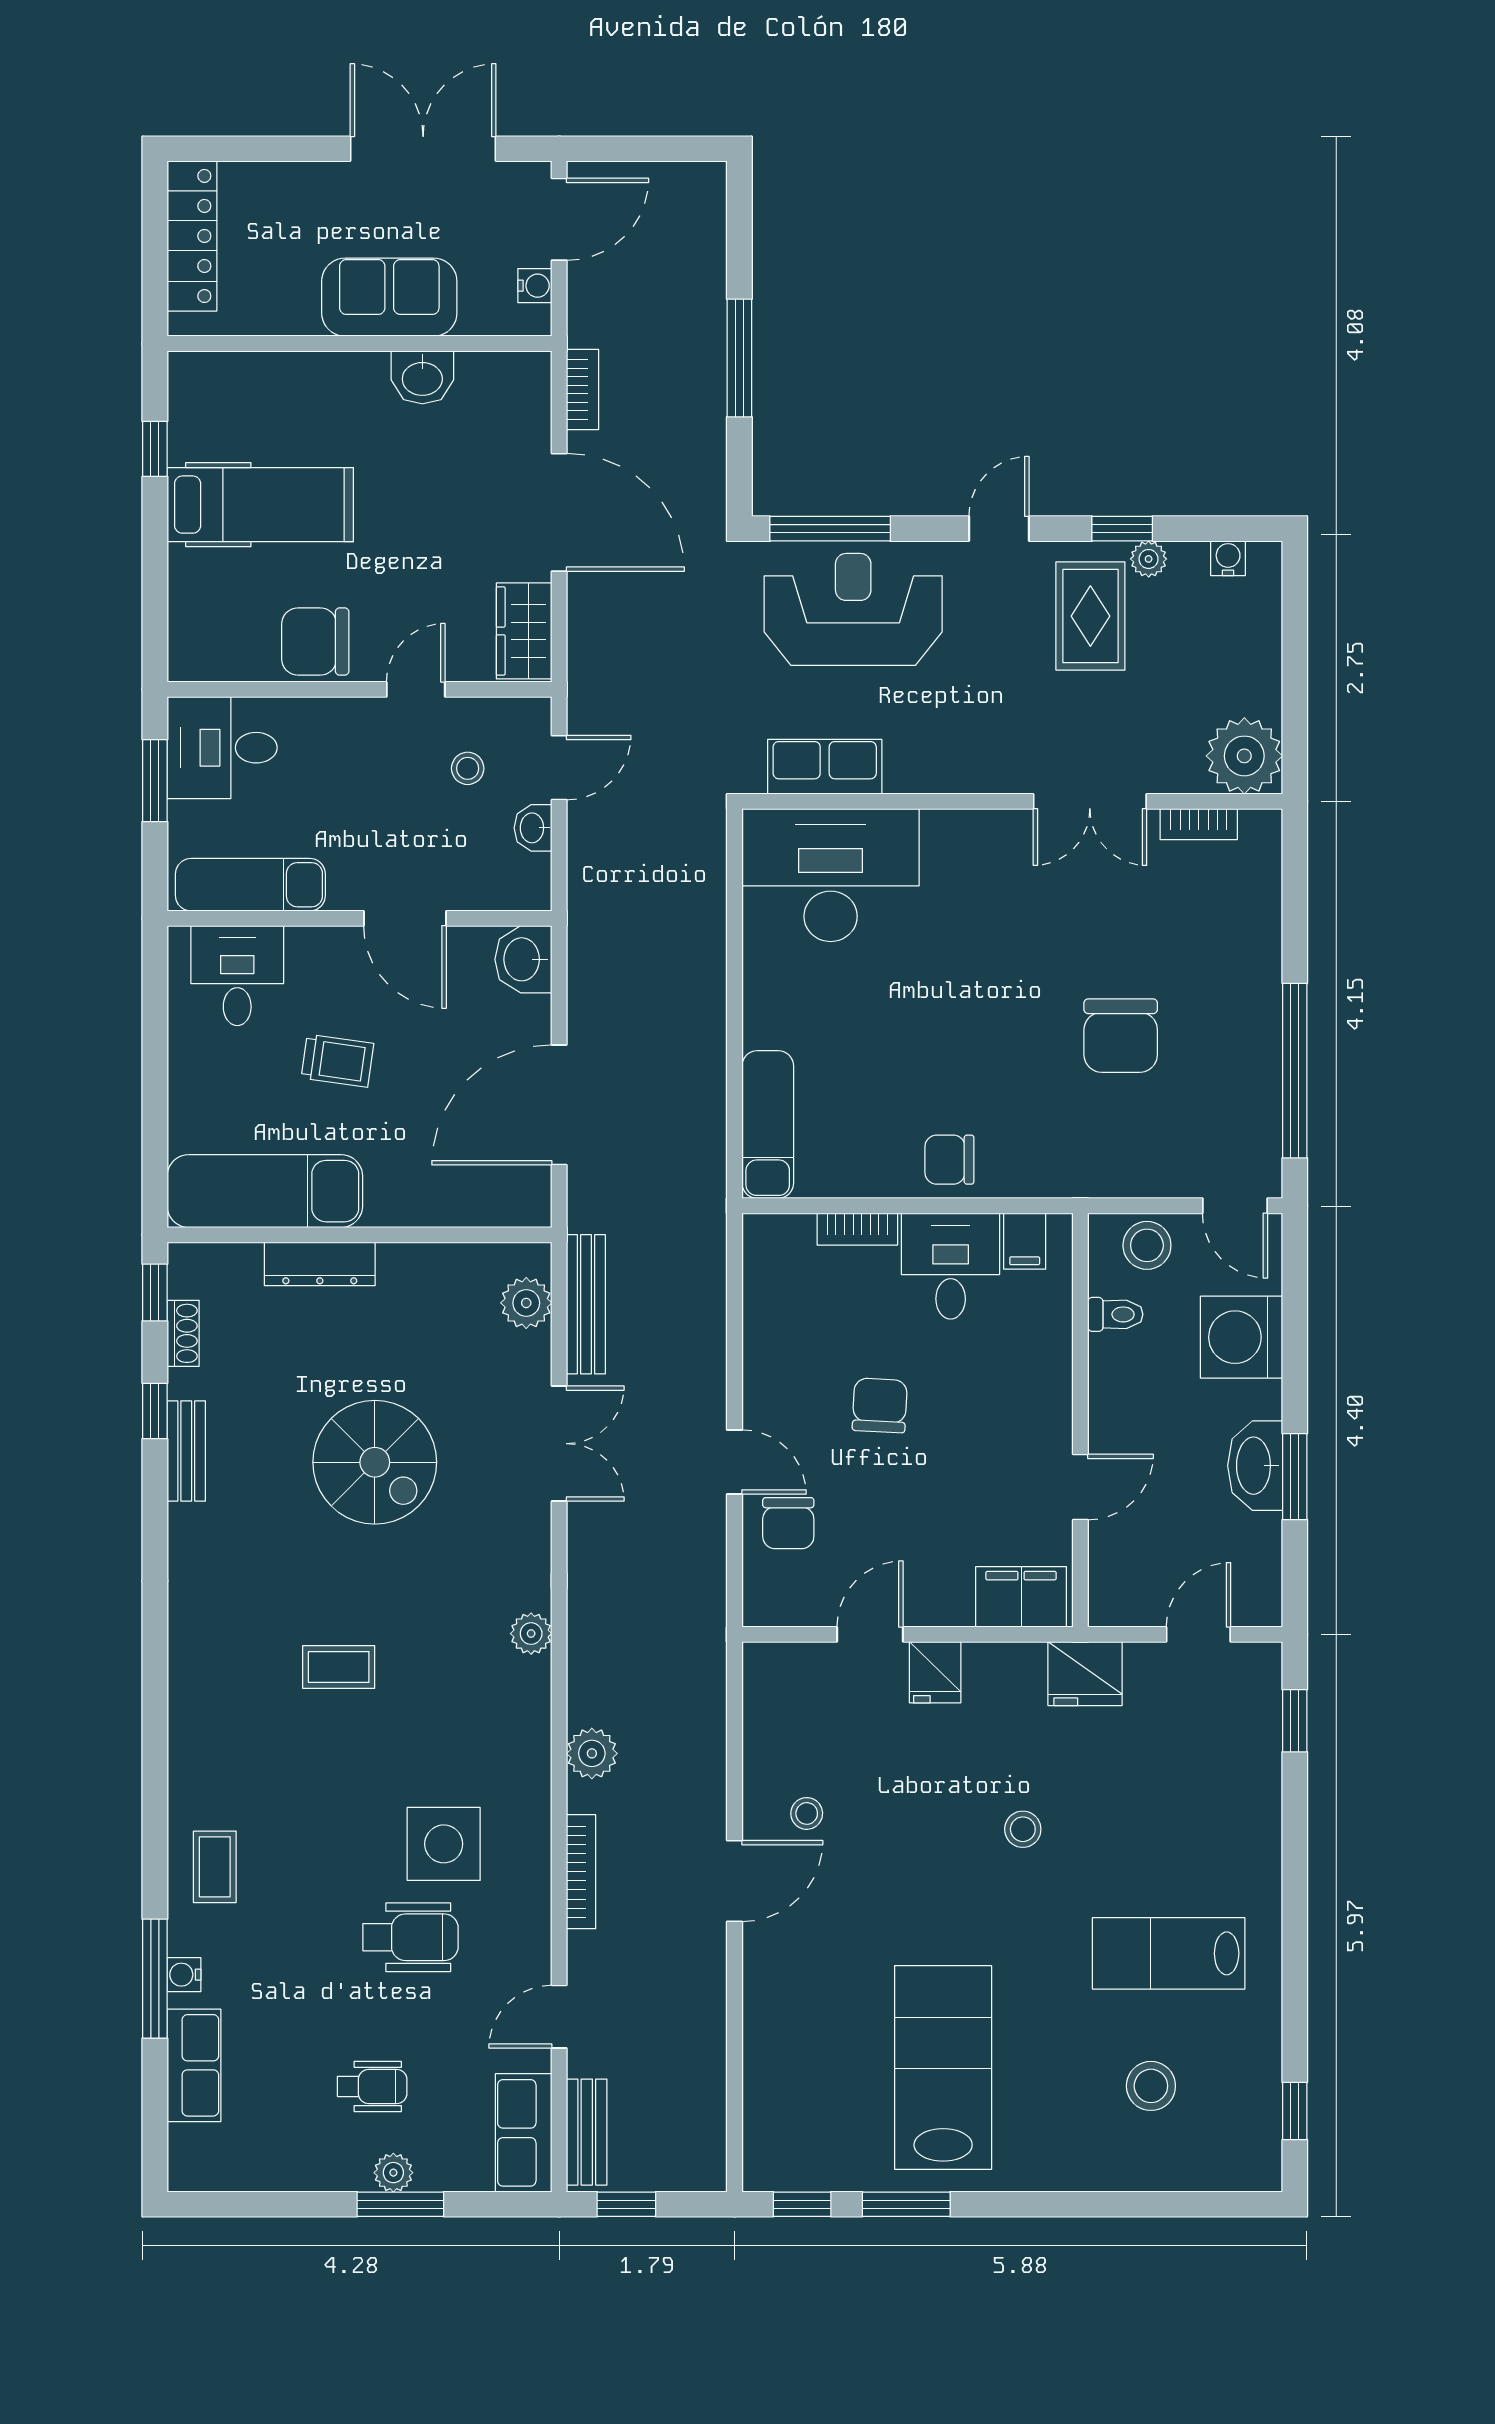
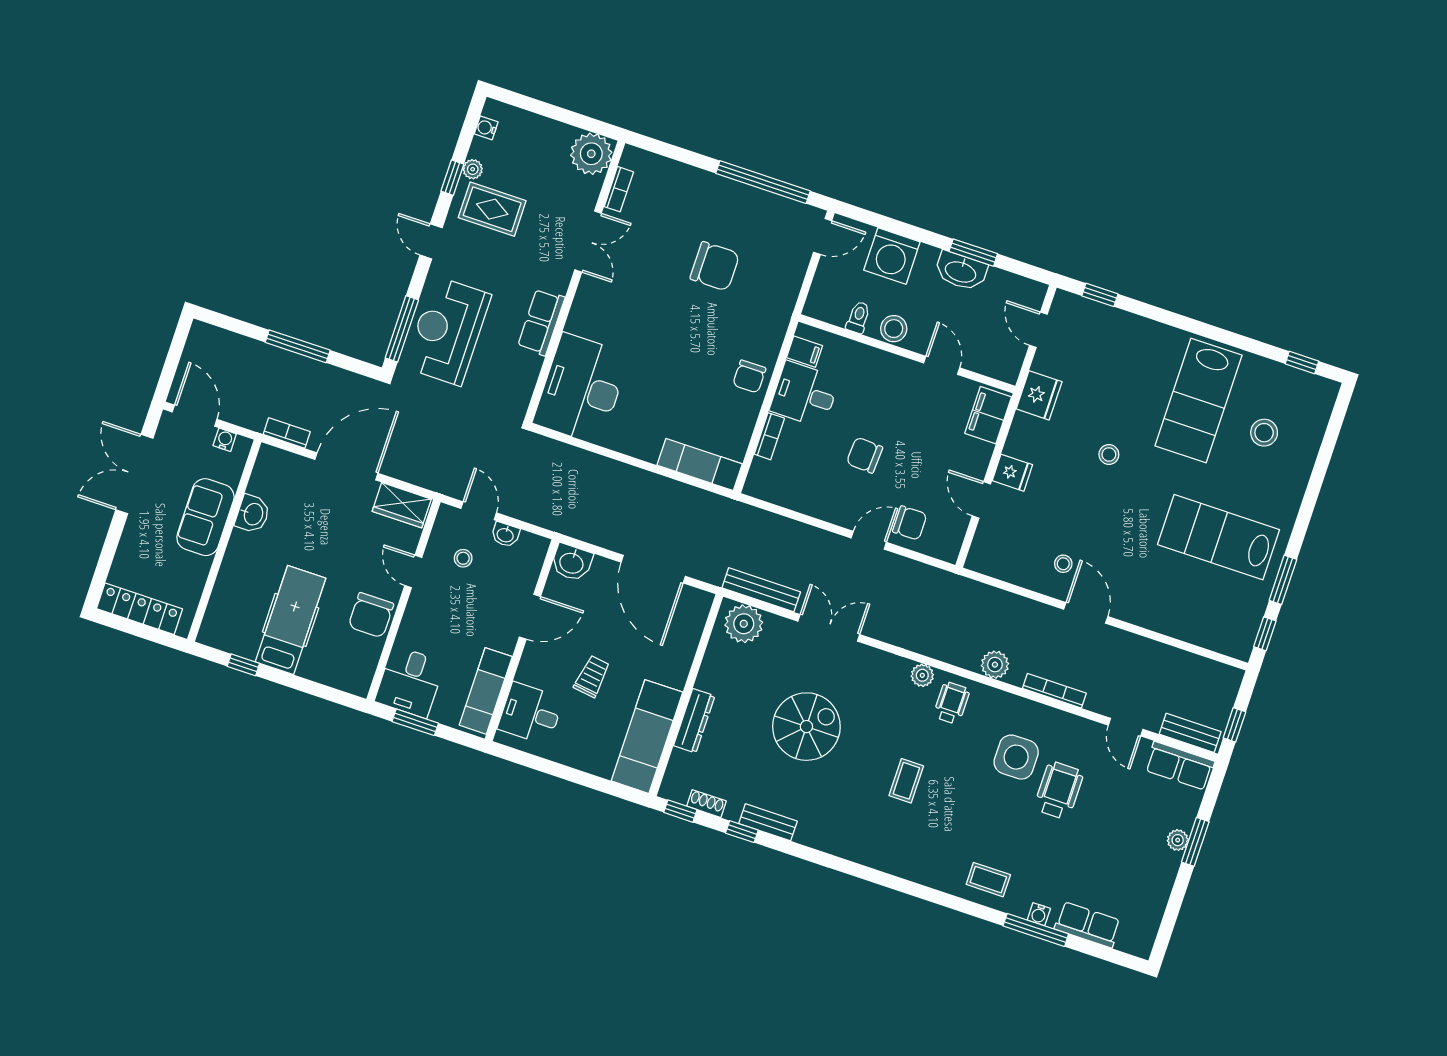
row of seats: (825, 767) -> (541, 322), moved
stool: (1147, 1245) -> (894, 329), moved
plant: (526, 1303) -> (744, 624), width x1.36, depth x1.36
lab bench: (1169, 1953) -> (1198, 400), width x1.36, depth x1.39
wheelchair: (372, 2086) -> (952, 703), moved

